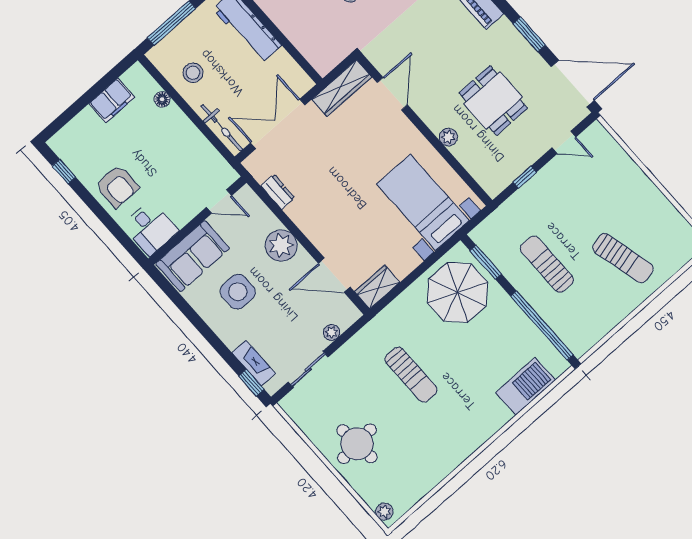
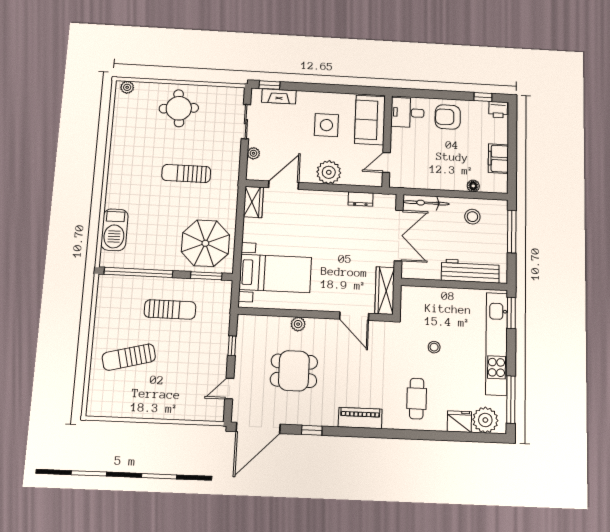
window: (529, 34) -> (312, 430), width x0.67
printer: (62, 145) -> (498, 110), added

